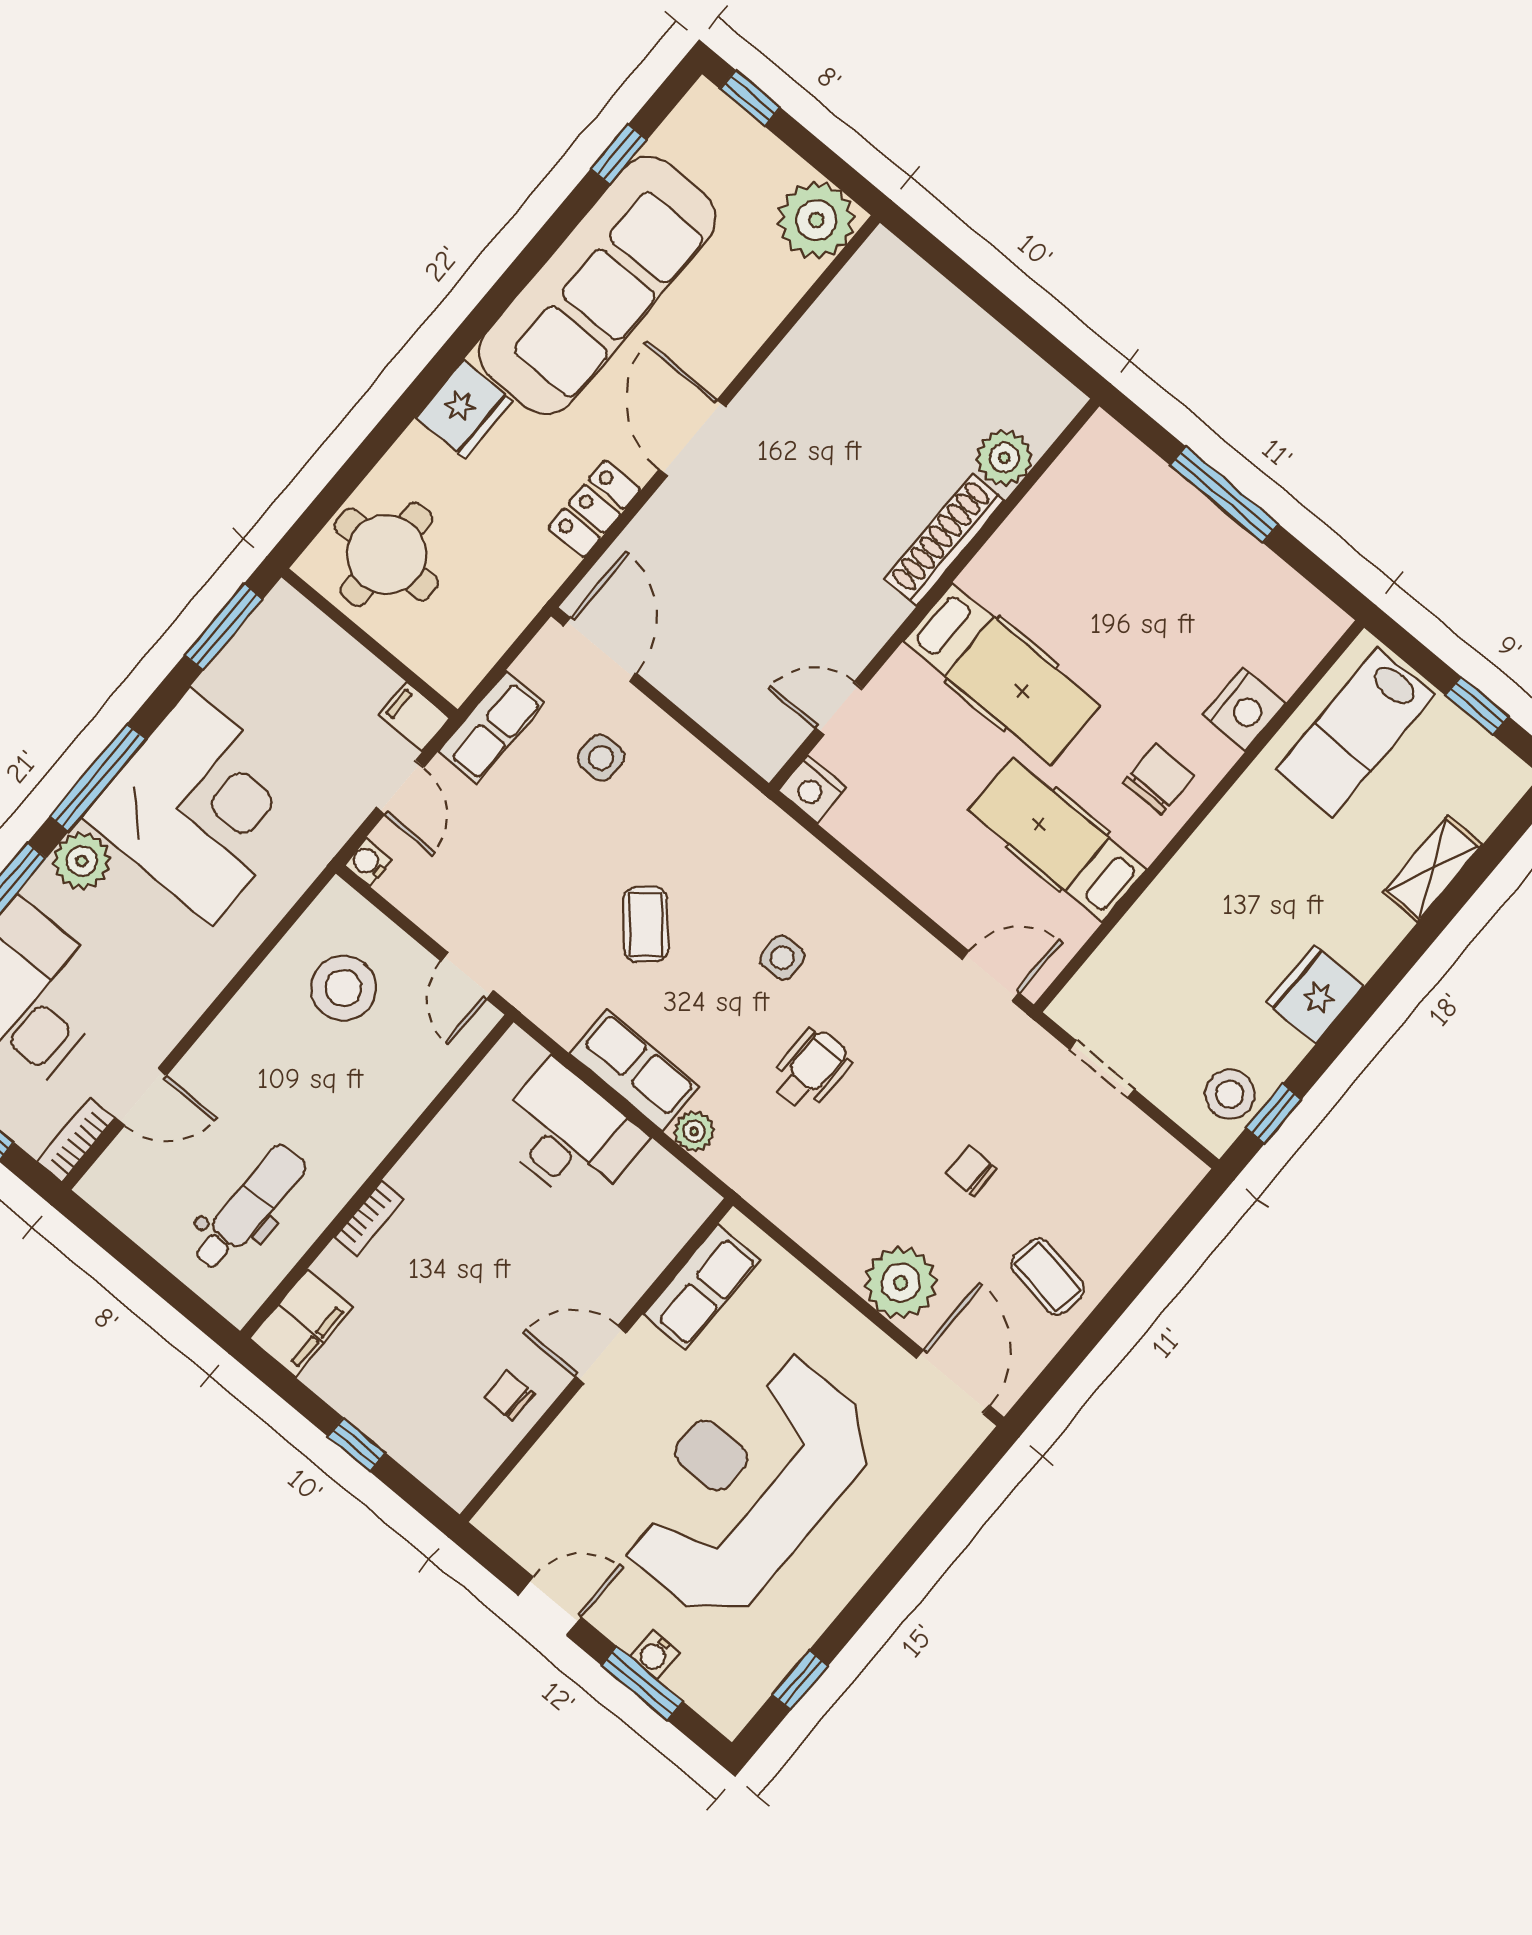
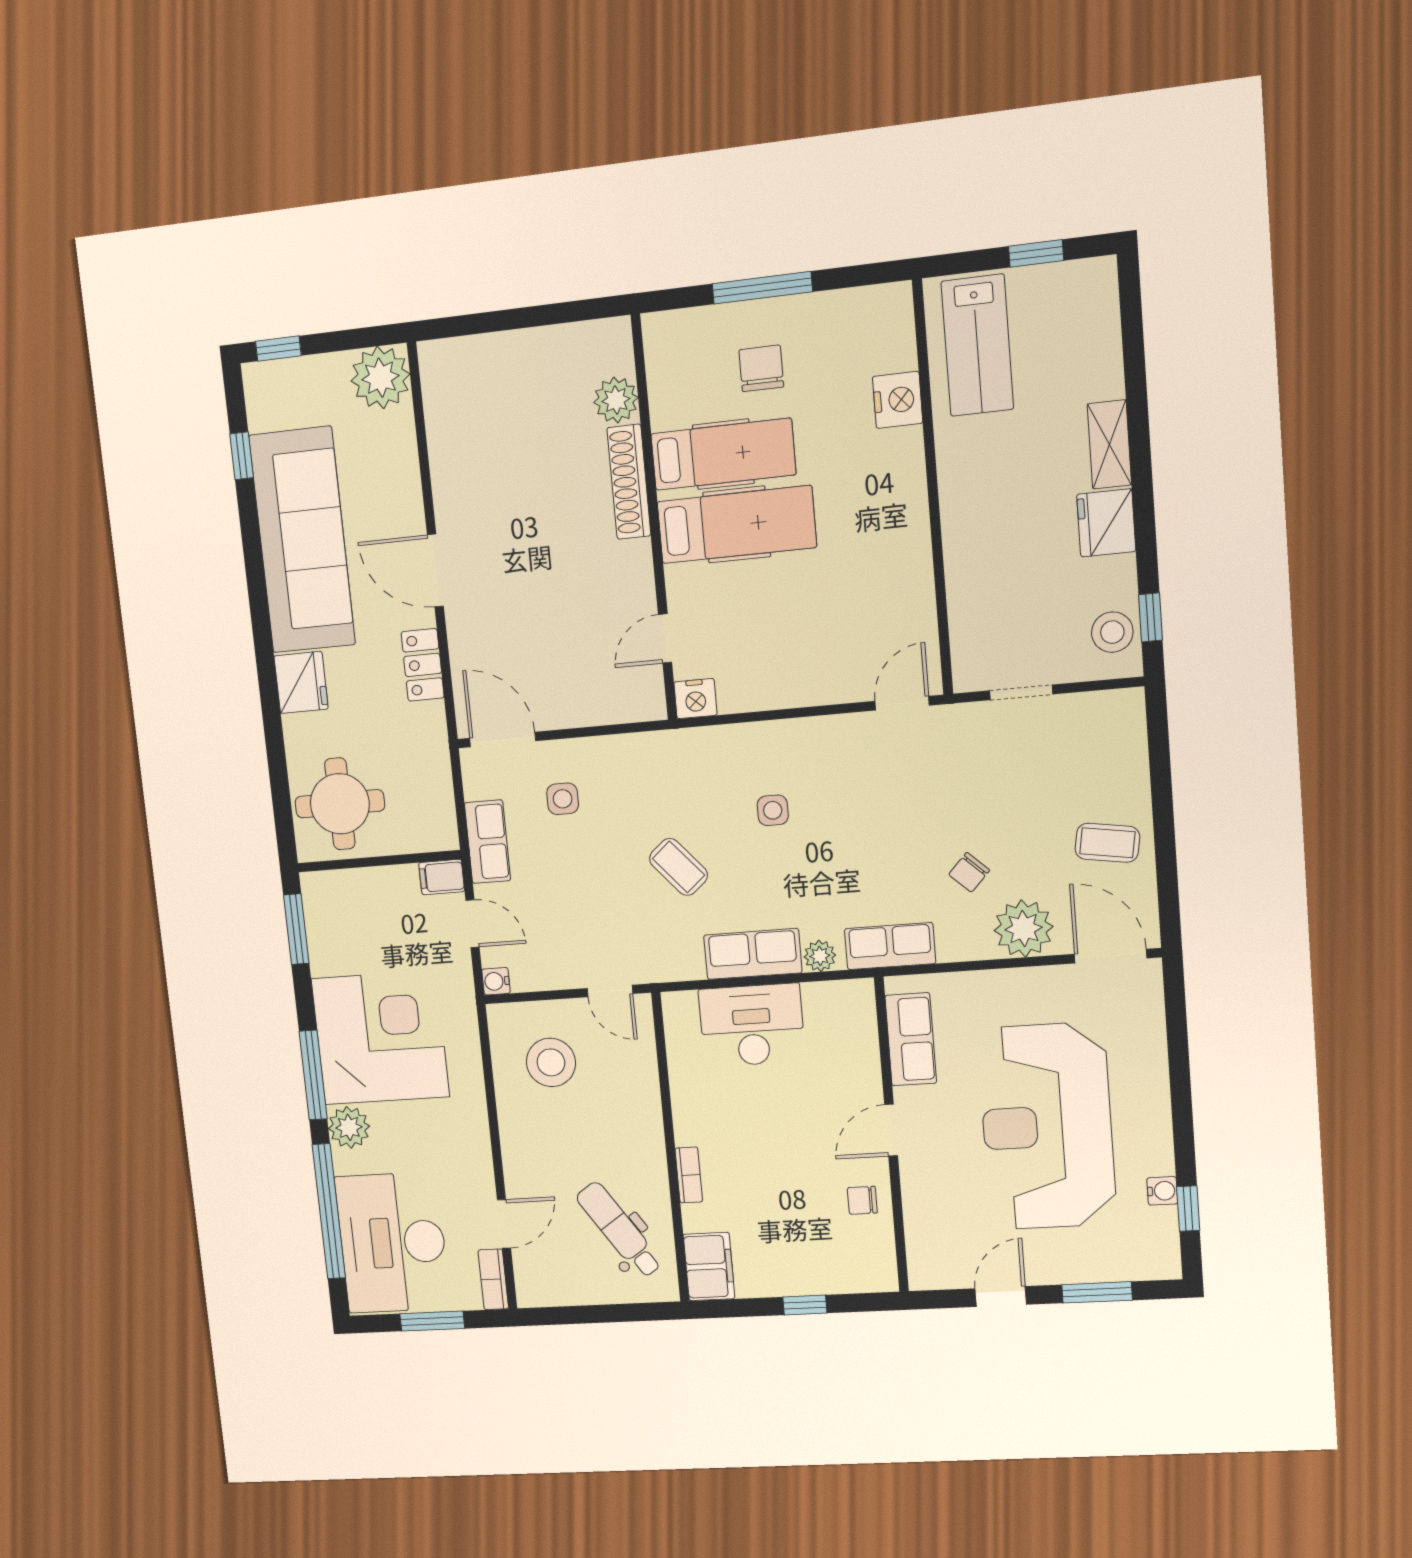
chair: (1159, 779) -> (761, 368), moved
hospital bed: (1058, 840) -> (723, 454), moved, turned 180
shelving: (1433, 868) -> (1109, 444), moved
wheelchair: (811, 1070) -> (851, 858), removed
chair: (971, 1171) -> (969, 872), moved, turned -47
row of seats: (767, 1184) -> (890, 946), added
dental chair: (249, 1208) -> (619, 1230), turned -34
water cooler: (655, 1654) -> (1162, 1191), moved, turned -90

